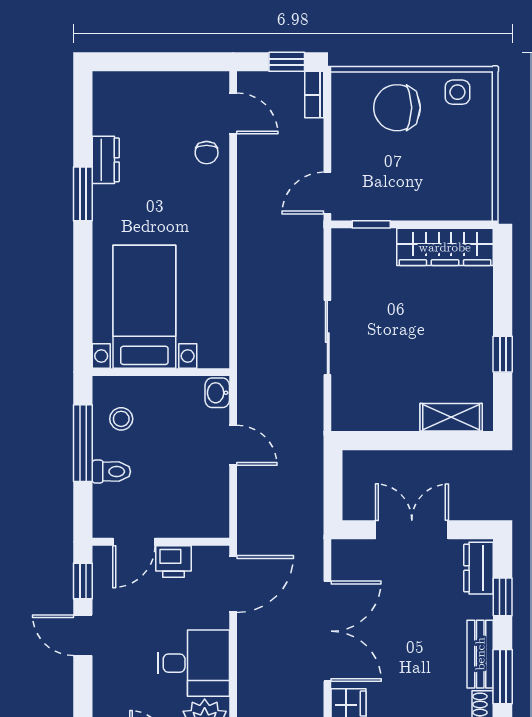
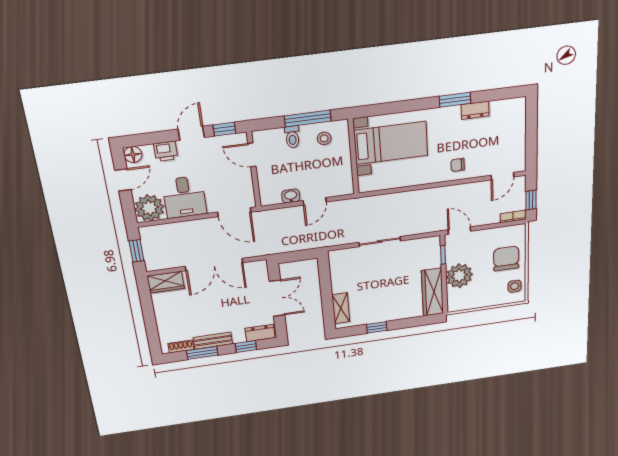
chair: (207, 153) -> (458, 165), moved
plant: (419, 196) -> (459, 276), added
washbasin: (217, 393) -> (291, 196), moved
printer: (173, 562) -> (166, 151), moved, turned -90

